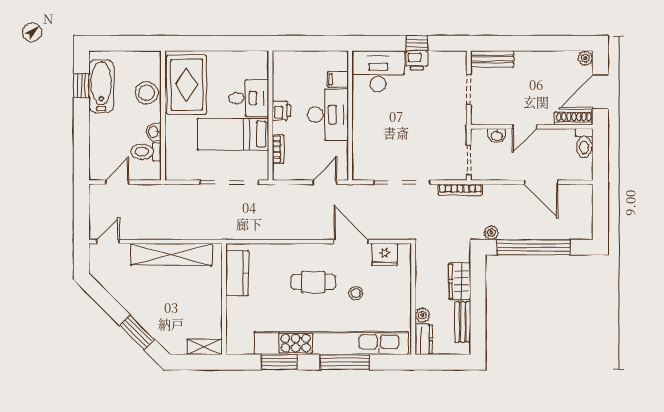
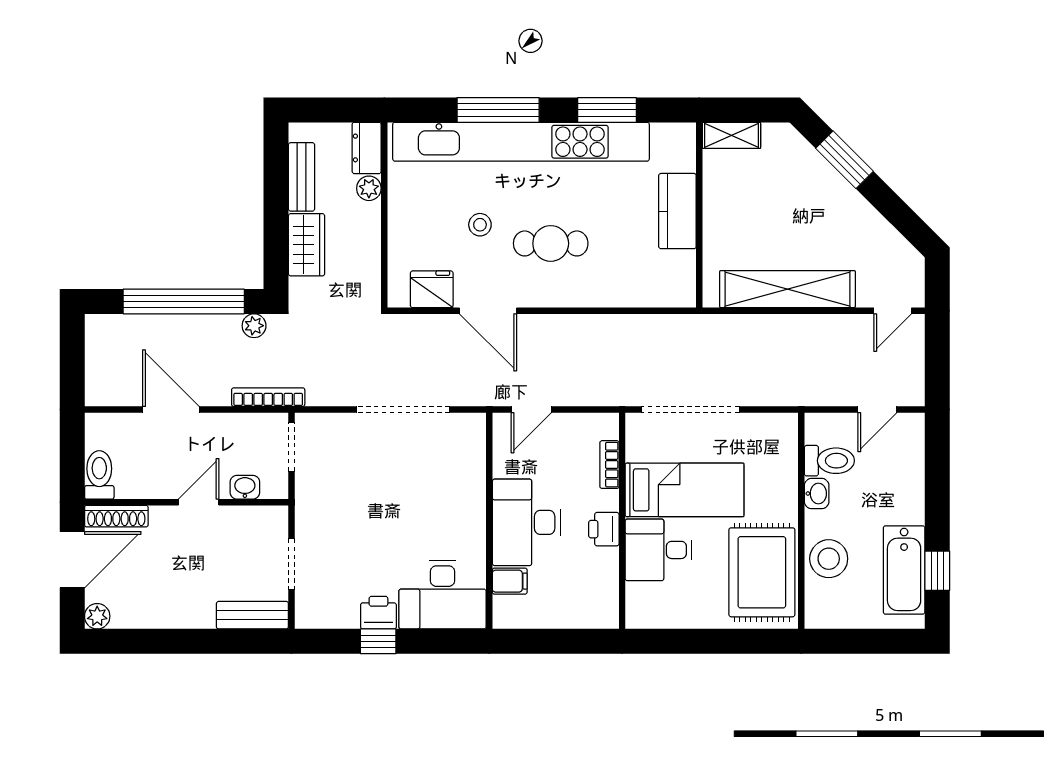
bookcase: (460, 190) -> (268, 397), moved
kitchen counter: (237, 273) -> (677, 211), moved

